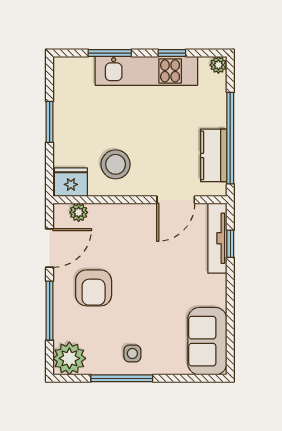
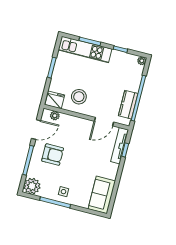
kitchen unit: (146, 71) -> (85, 49), moved
armchair: (94, 288) -> (53, 155), turned -90

